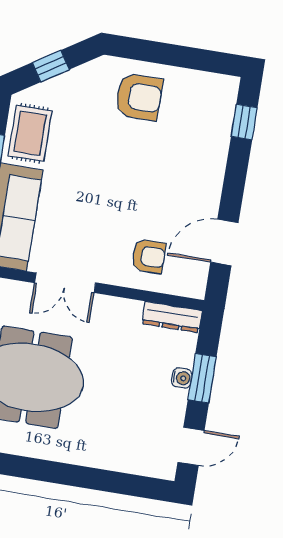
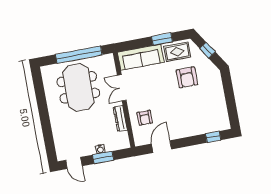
armchair: (139, 97) -> (187, 77), moved
door: (224, 242) -> (161, 147), hinge flipped
dresser: (172, 317) -> (120, 118), moved

